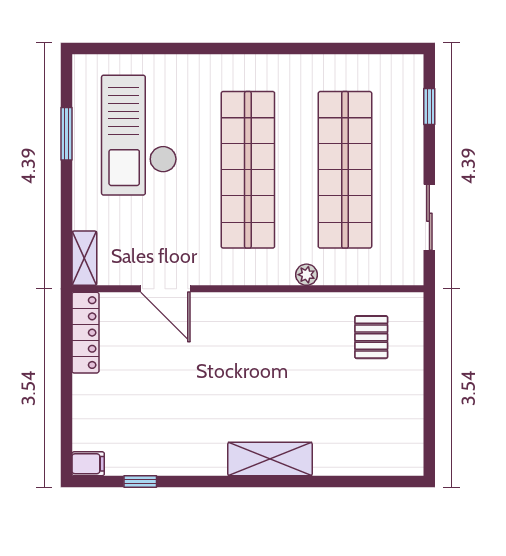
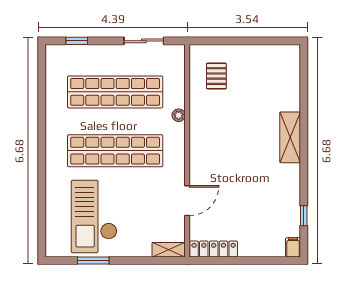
checkout: (139, 135) -> (94, 217), turned 90
pallet: (371, 337) -> (216, 76), turned 90

